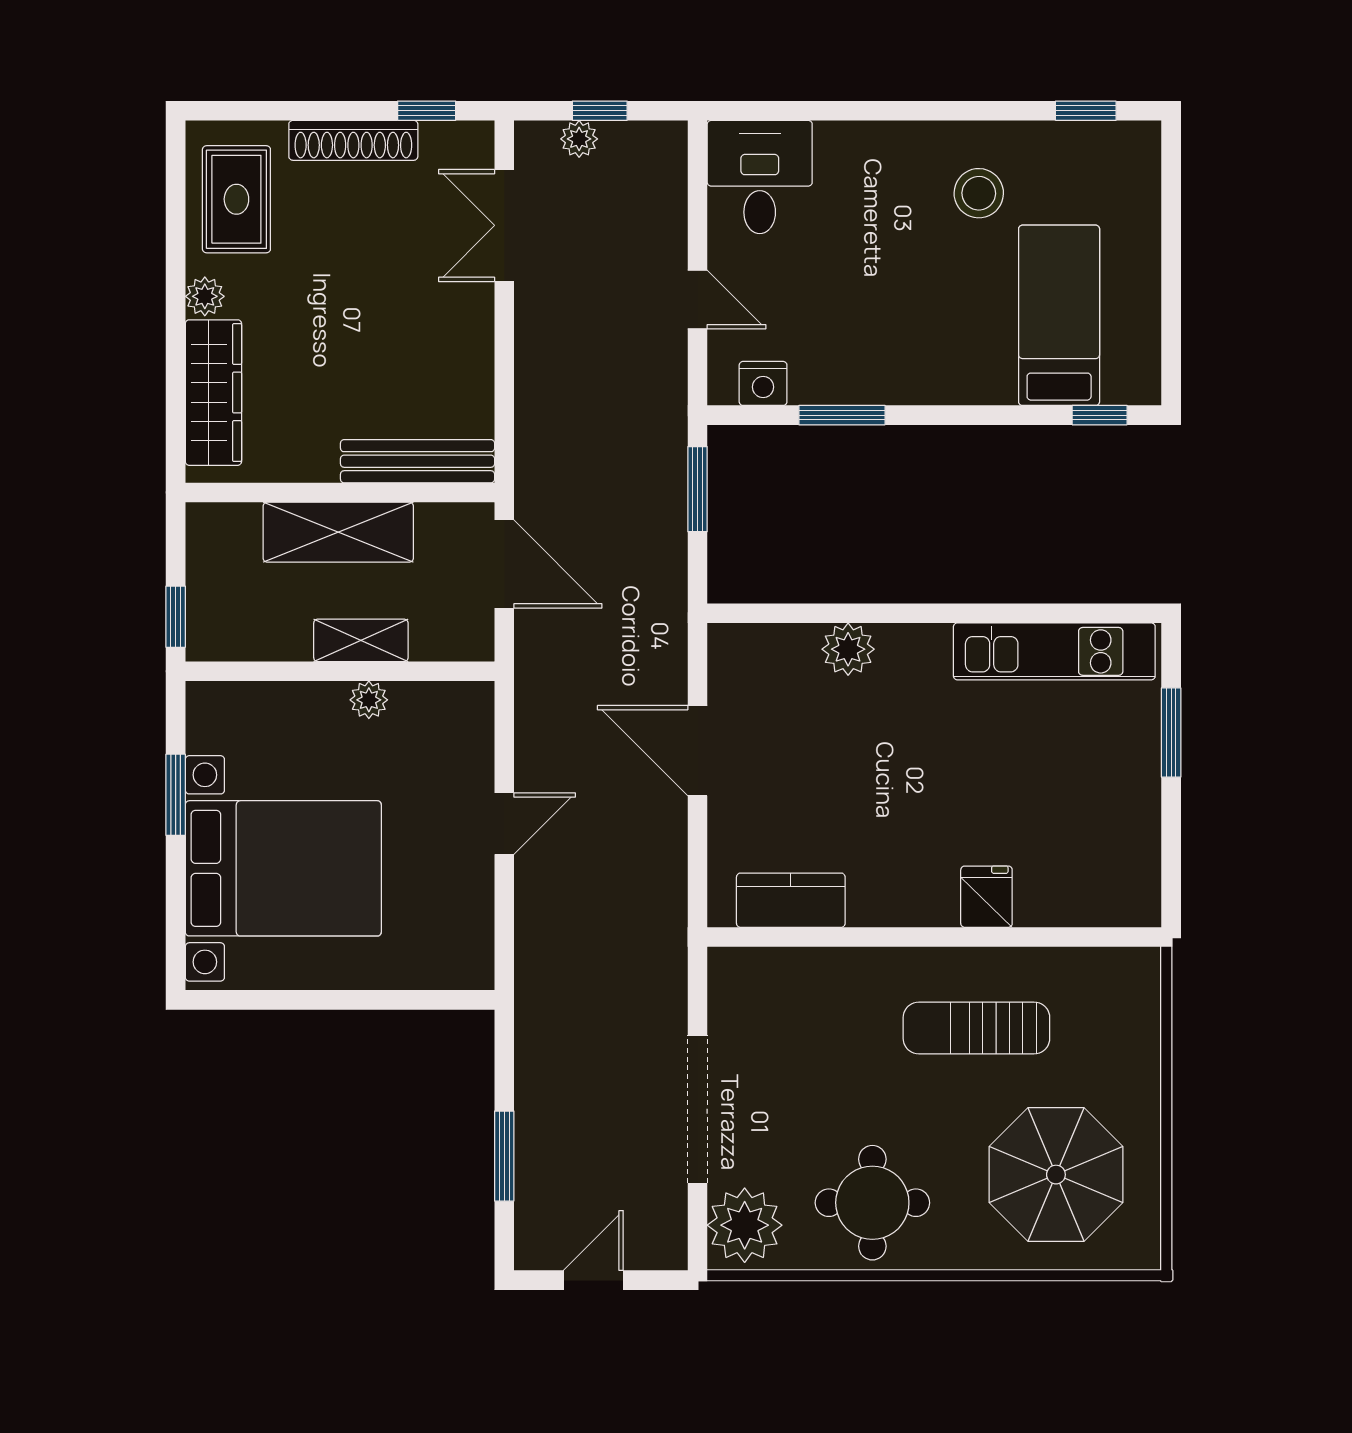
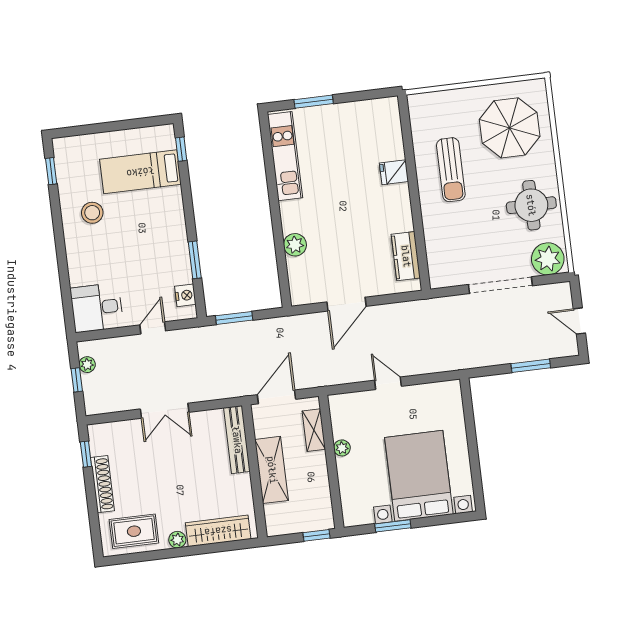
plant: (579, 139) -> (87, 365), moved
double door: (504, 225) -> (165, 411), moved
shelving: (361, 640) -> (314, 430), moved

